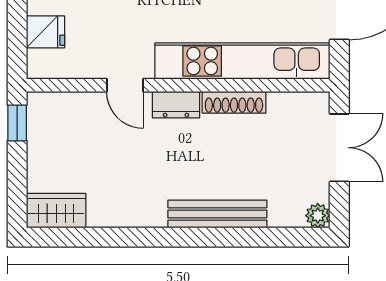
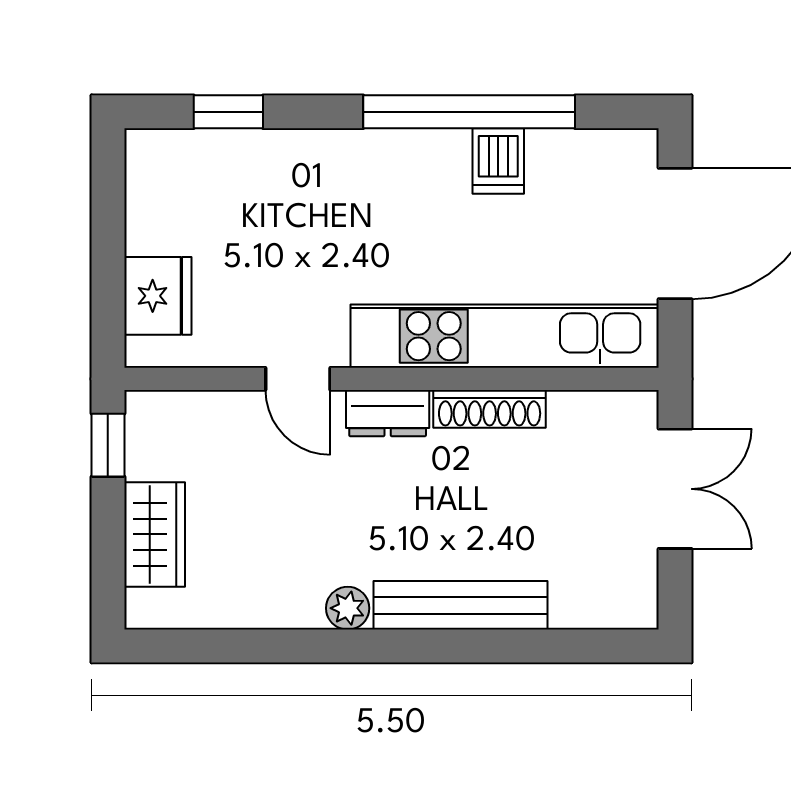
fridge: (45, 32) -> (158, 296), width x1.38
wardrobe: (56, 211) -> (155, 534), moved, turned 90
plant: (318, 216) -> (348, 608), moved

